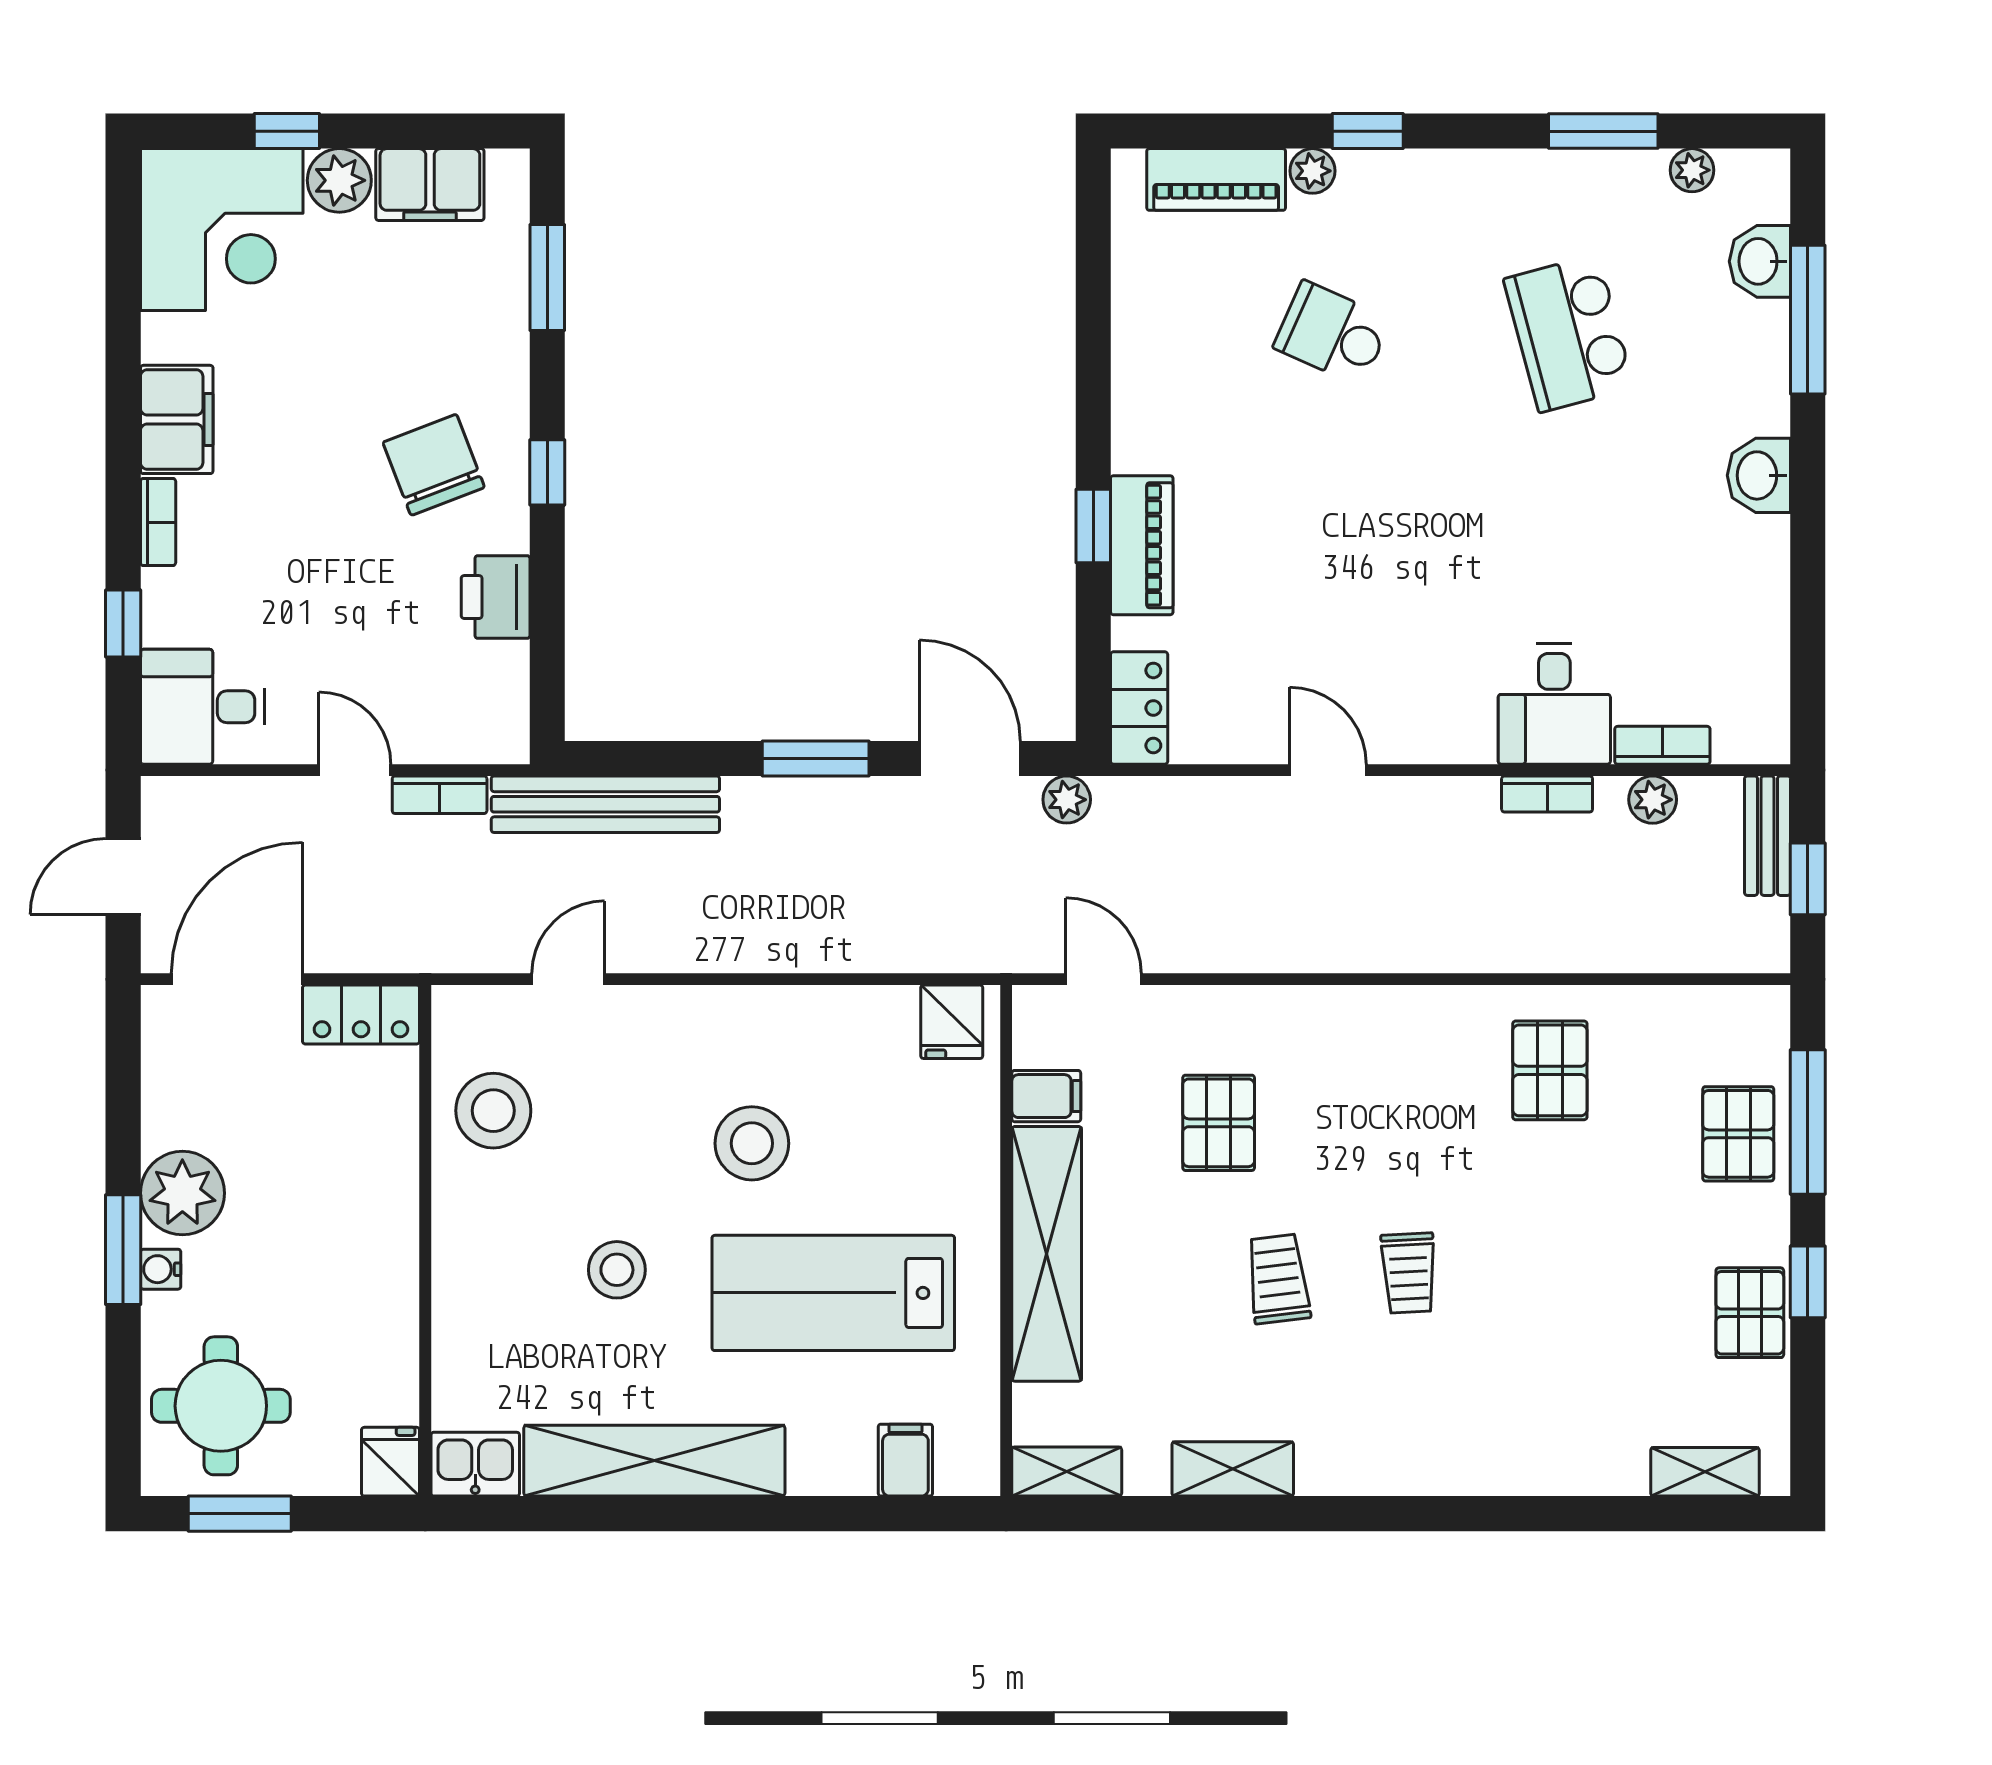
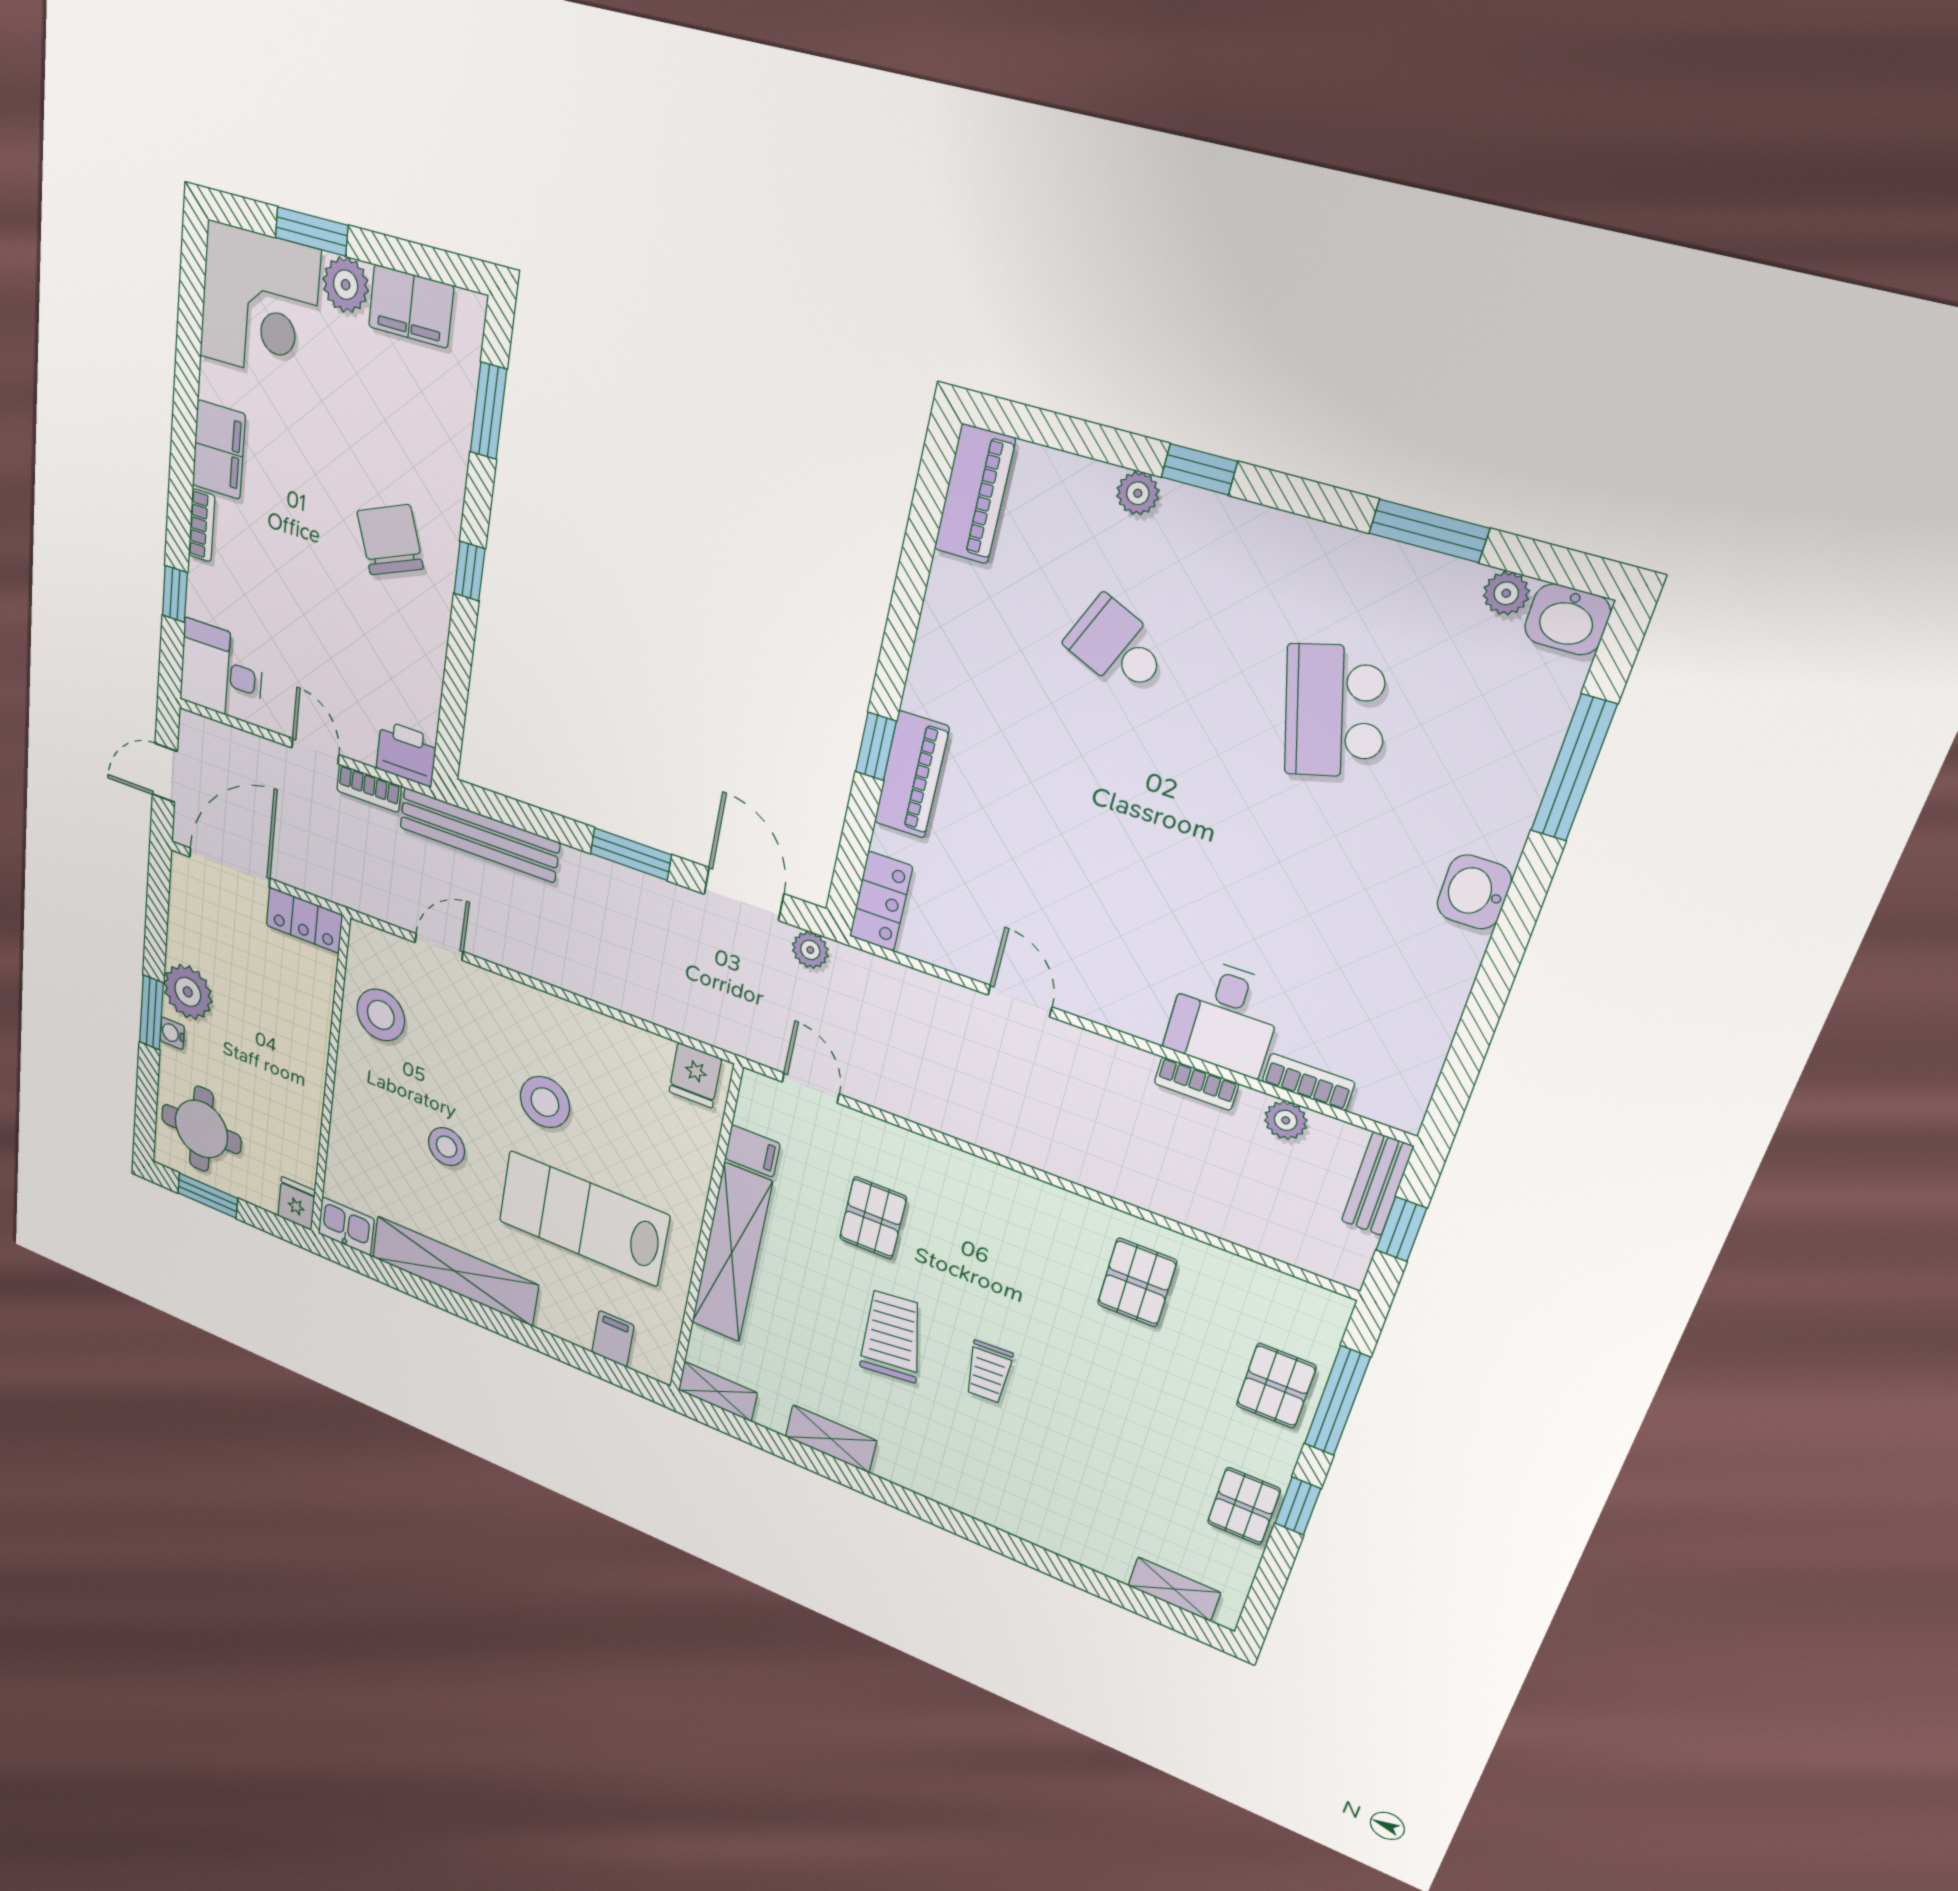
window: (287, 131) -> (312, 231), width x1.50
piano: (1216, 179) -> (974, 494), moved, turned -90
washbasin: (1760, 261) -> (1567, 619), moved, turned -90
printer: (496, 597) -> (406, 753), moved, turned 90
trolley: (1278, 1279) -> (892, 1336), width x1.36, depth x1.39

